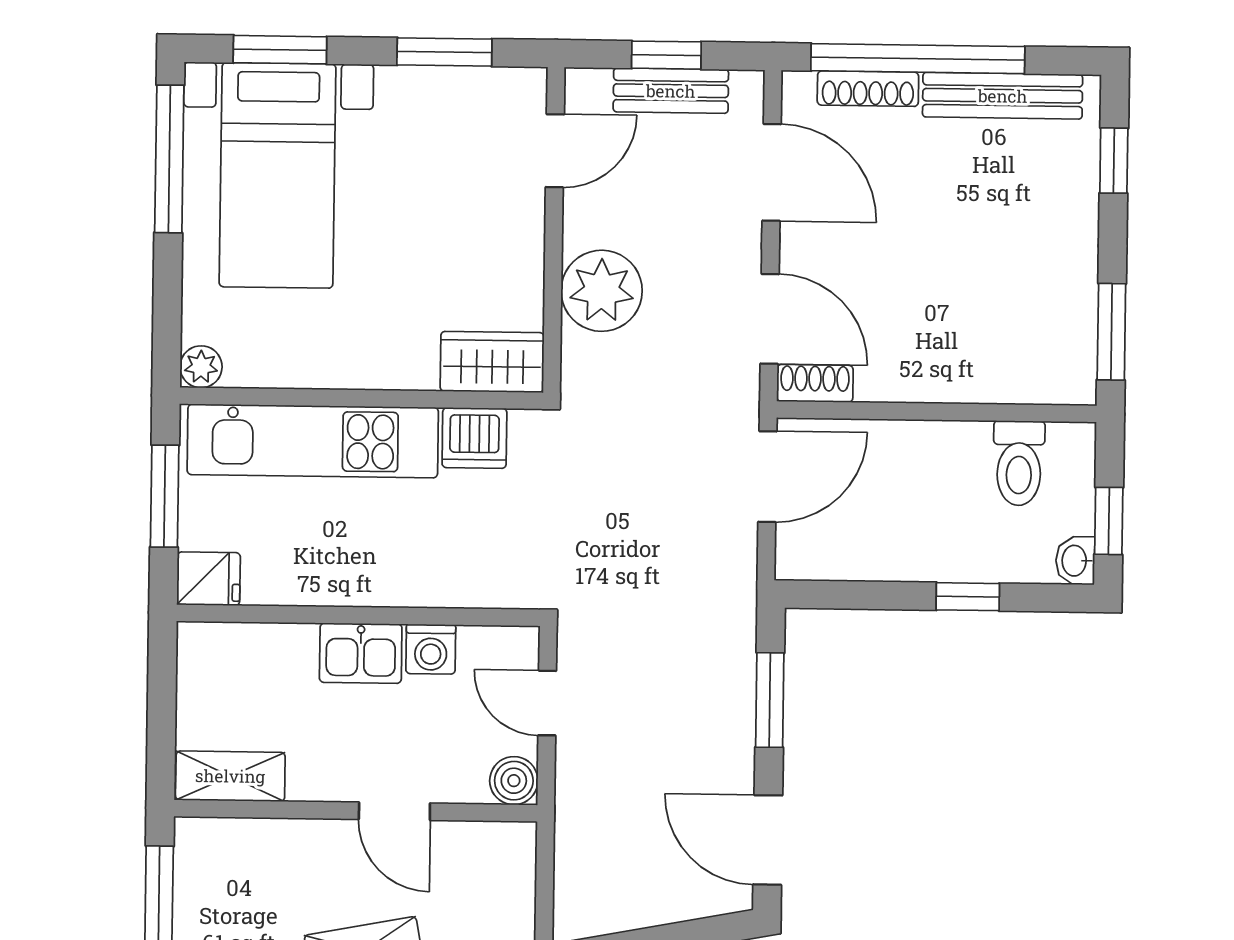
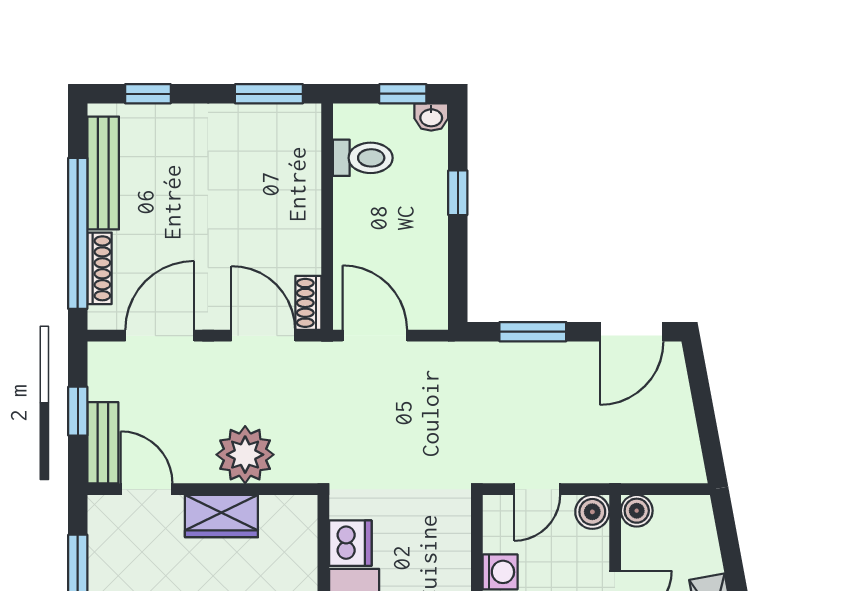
bench: (671, 91) -> (103, 443), moved
door: (770, 319) -> (263, 336), hinge flipped
wardrobe: (492, 362) -> (221, 516), moved, turned -90
boiler: (515, 843) -> (637, 511), added

